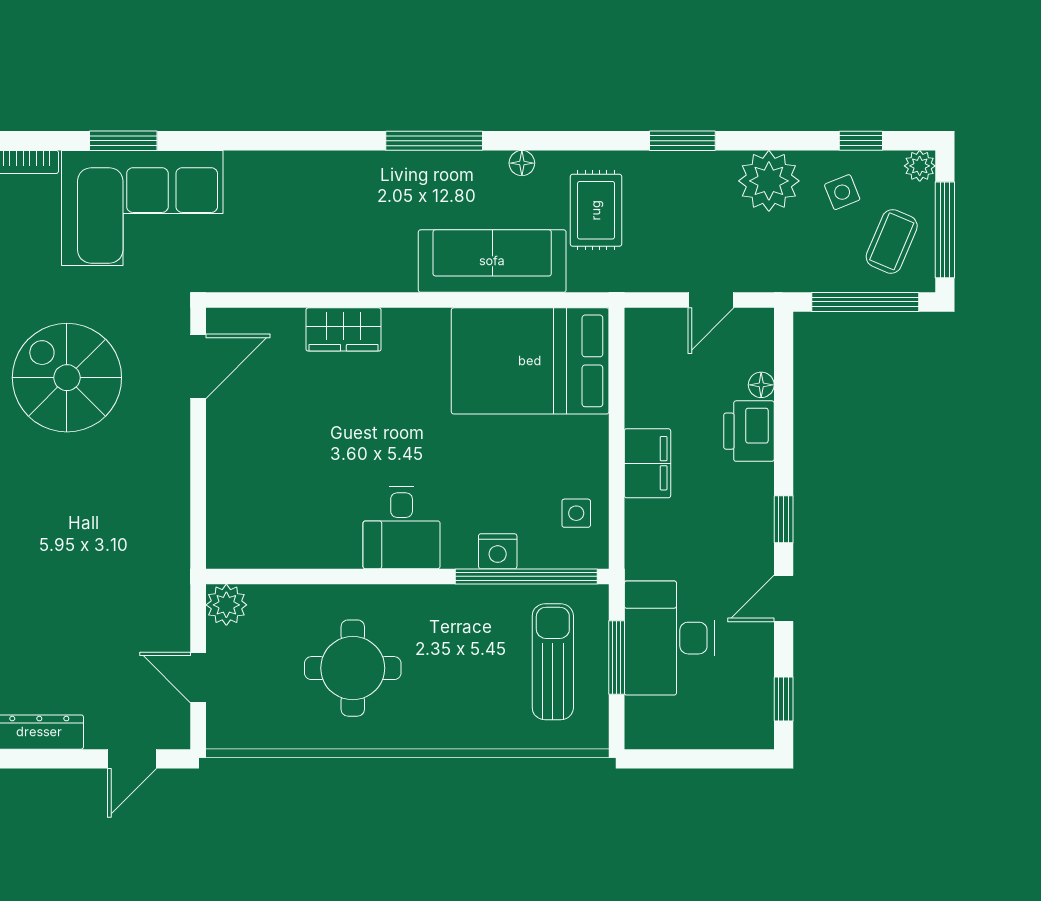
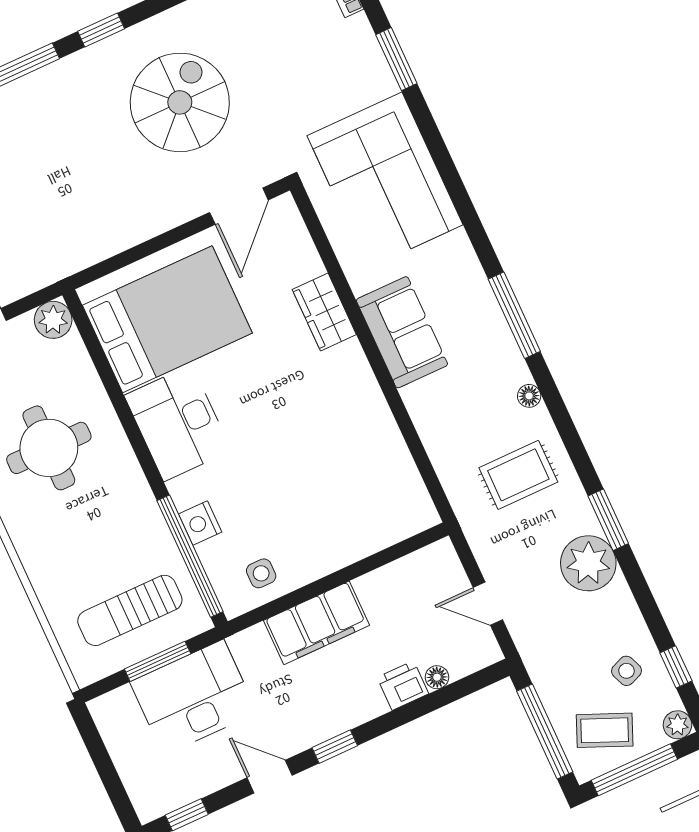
plant: (769, 181) -> (588, 563), moved
corner sofa: (142, 208) -> (385, 180), moved
sofa: (492, 261) -> (402, 332), moved, width x0.73
bed: (530, 361) -> (167, 319), moved, turned 90
door: (198, 366) -> (239, 206), hinge flipped
printer: (749, 431) -> (403, 686), width x0.73, depth x0.81
filing cabinet: (647, 463) -> (316, 623), width x1.50, depth x1.17
desk: (402, 527) -> (178, 423), width x1.37
sun lounger: (553, 662) -> (130, 610), turned 180

